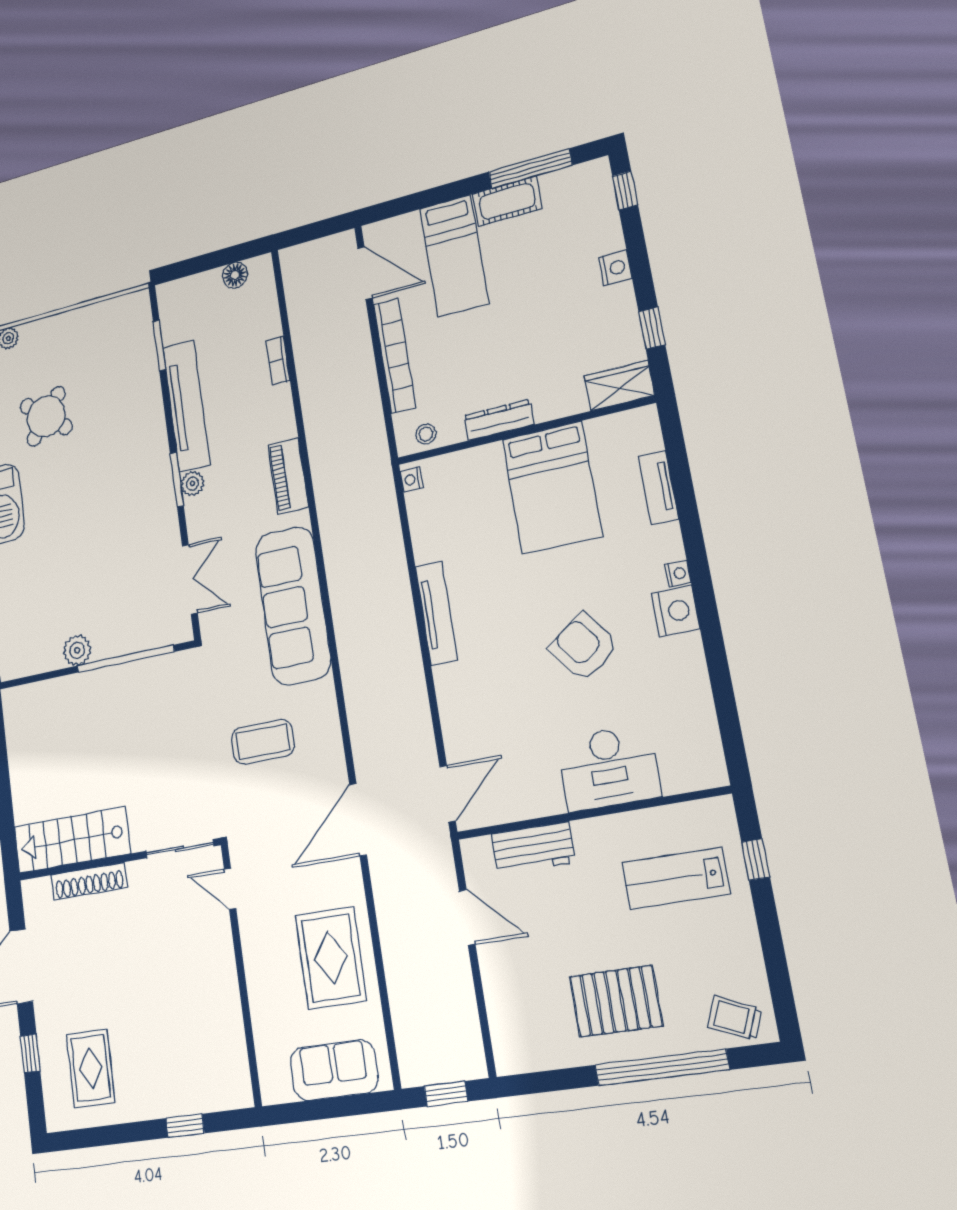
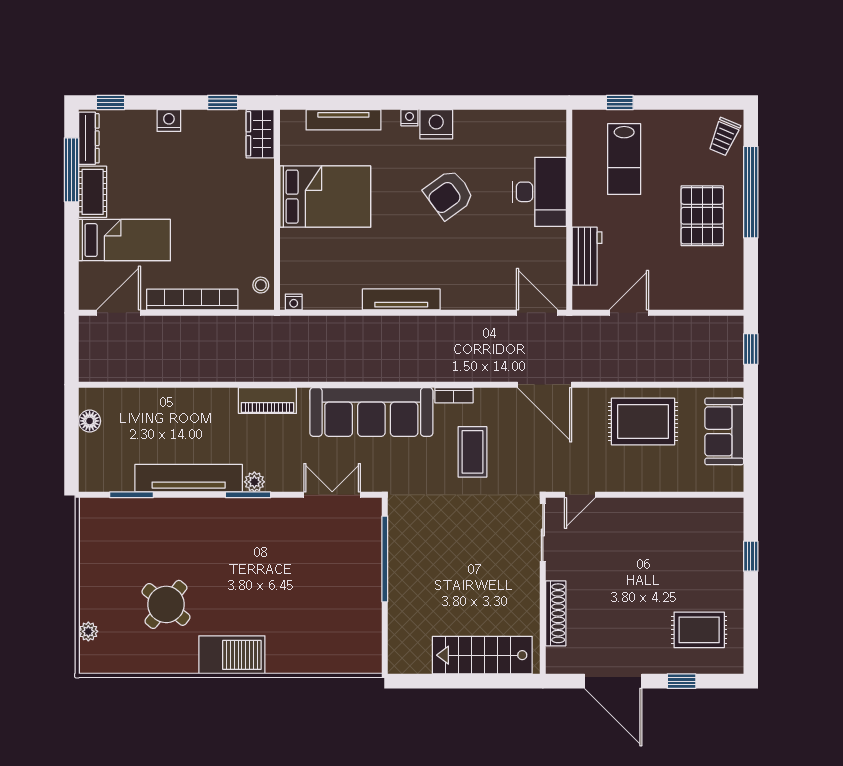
bookcase: (278, 360) -> (454, 395), moved
dresser: (499, 420) -> (89, 138), moved, turned 180
tv unit: (658, 488) -> (343, 120), width x1.41
plant: (77, 650) -> (369, 601), removed
stairs: (72, 840) -> (482, 655), moved, turned 90

